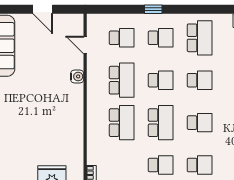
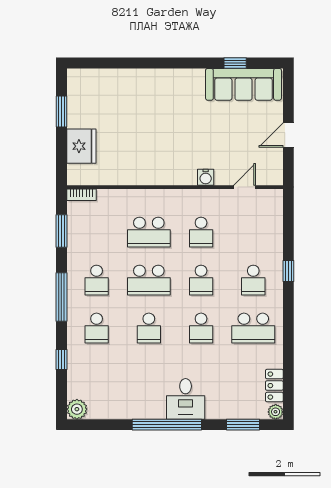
school desk: (122, 38) -> (253, 232), removed
school desk: (122, 80) -> (201, 232), width x0.54

